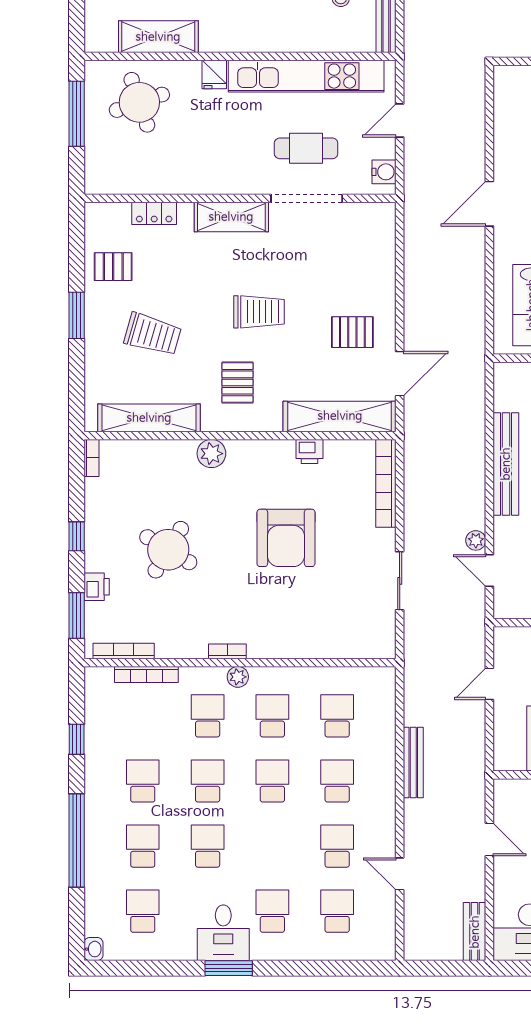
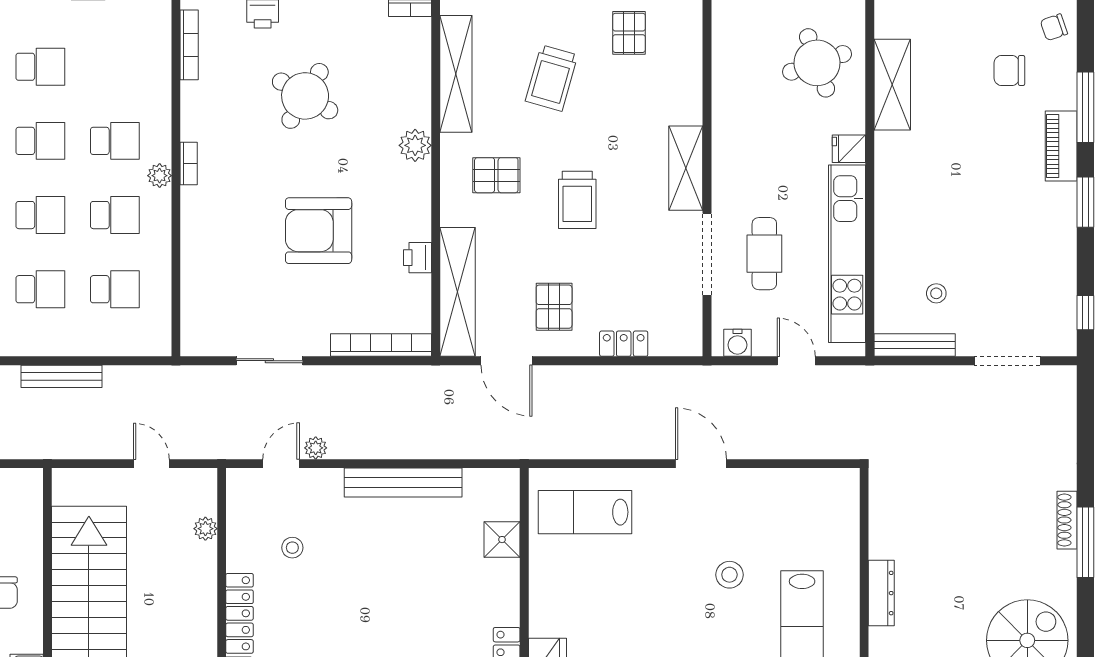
locker: (154, 213) -> (624, 344), moved, turned 90
bookcase: (146, 674) -> (162, 71), removed

